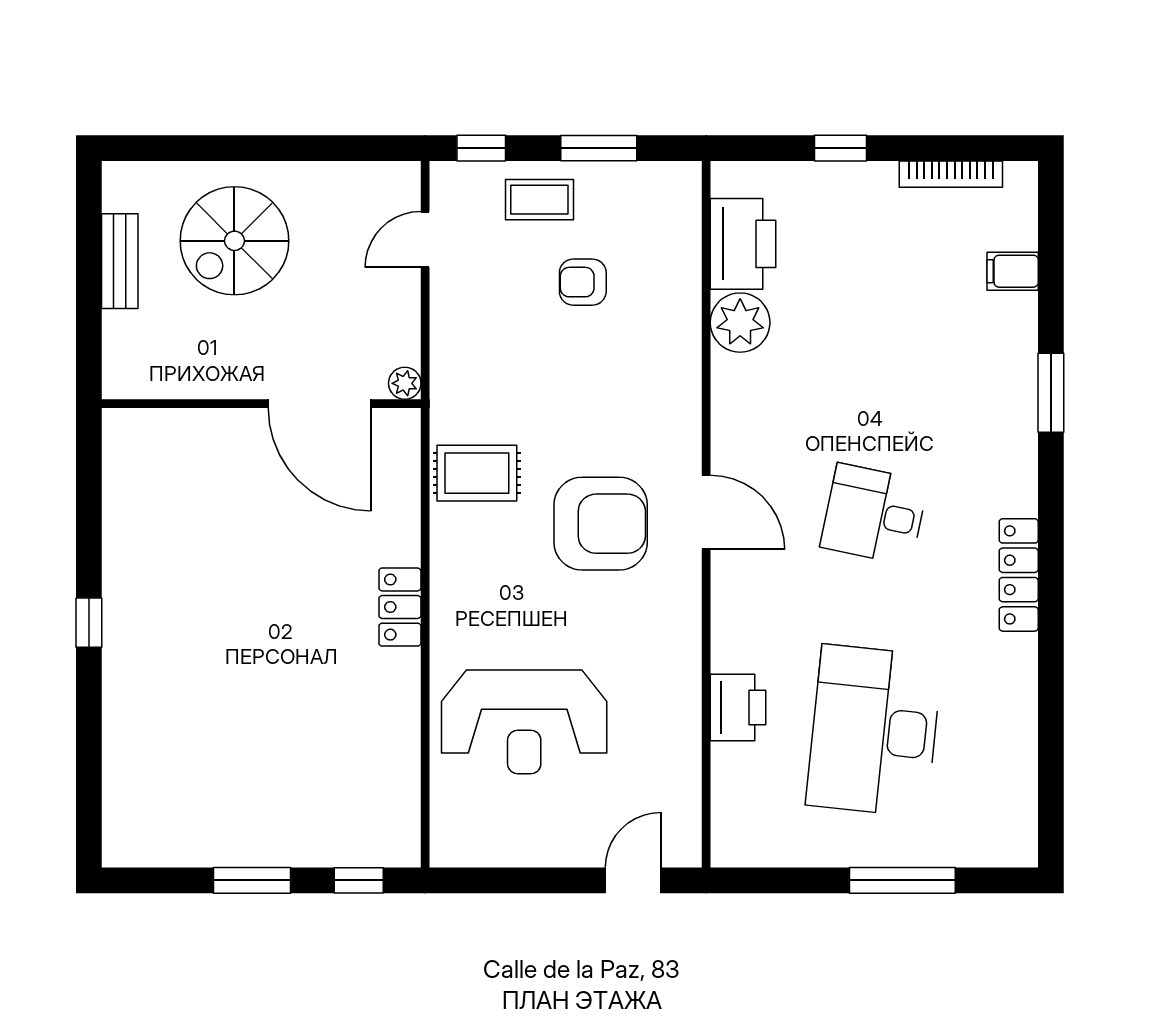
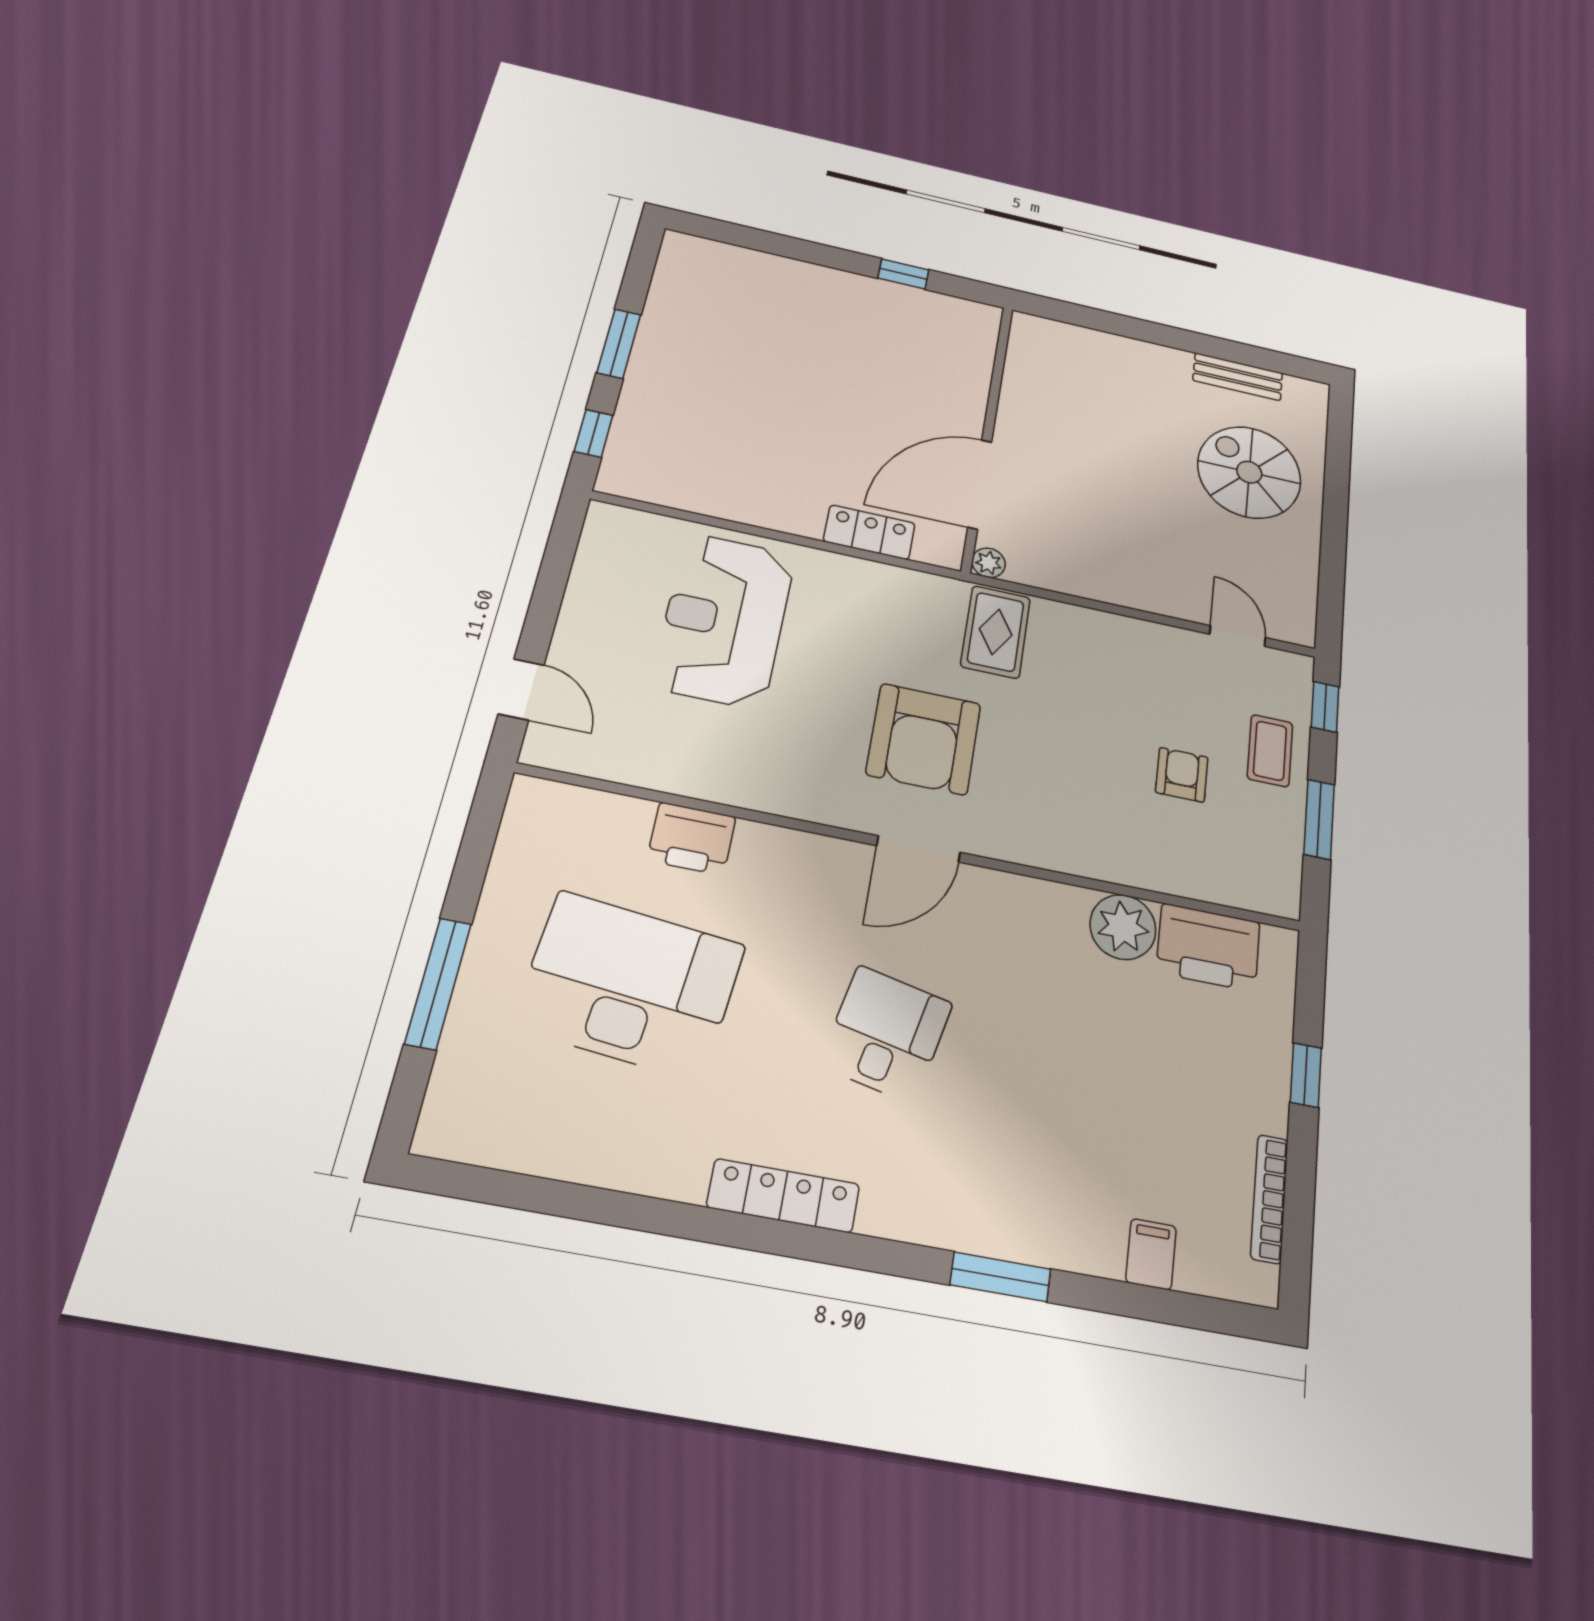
plant: (405, 383) -> (989, 563), moved
wall: (261, 404) -> (988, 435), moved
door: (320, 404) -> (980, 484), moved

